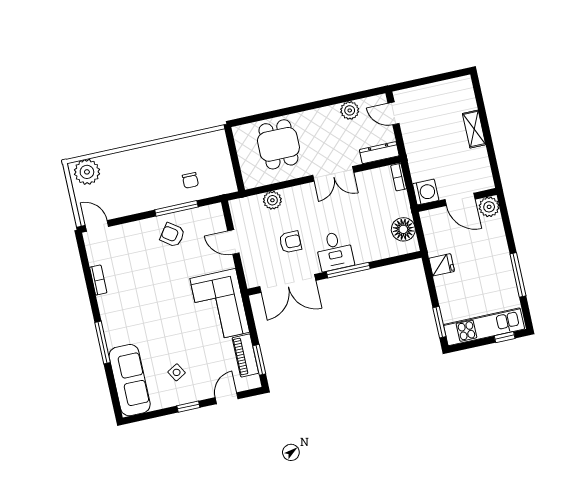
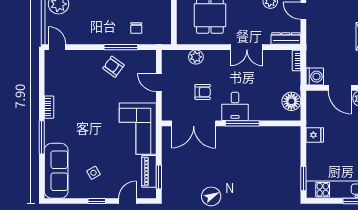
bookcase: (98, 280) -> (49, 107), moved

